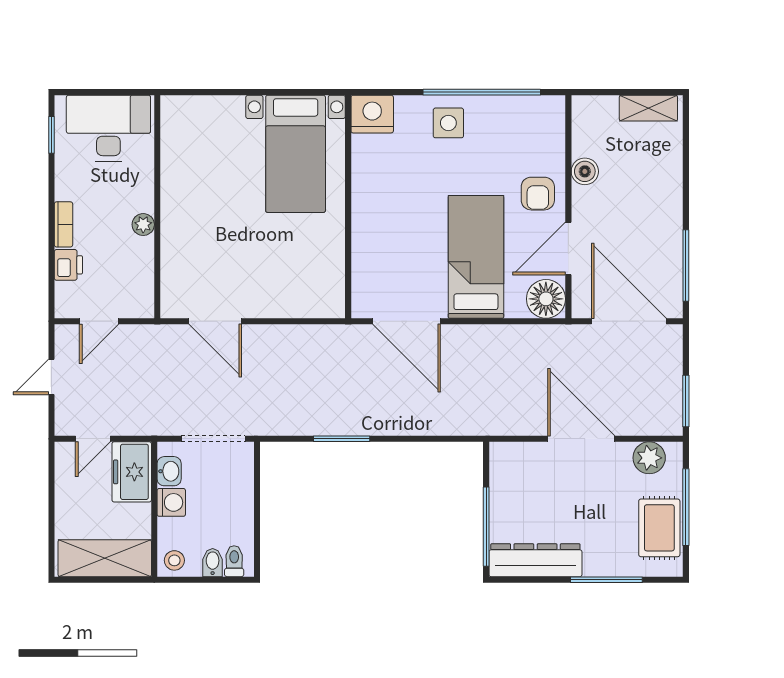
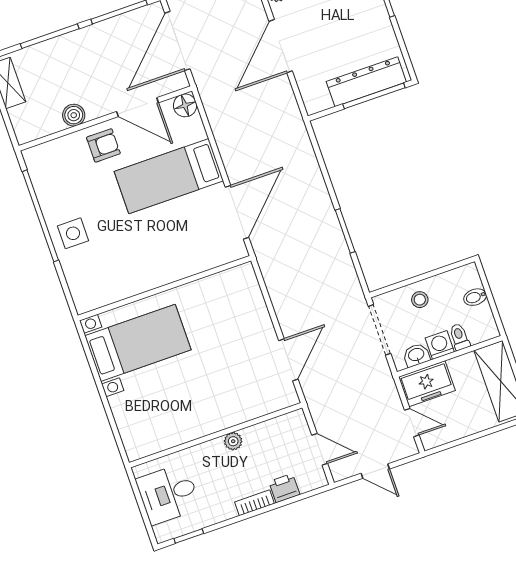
nightstand: (372, 114) -> (87, 294), removed
desk: (108, 128) -> (168, 494), width x0.73
window: (686, 175) -> (50, 36), added
floor lamp: (546, 299) -> (185, 105), width x0.73, depth x0.73
stool: (174, 560) -> (420, 300), moved
dresser: (535, 560) -> (366, 82), moved, turned 90
toilet: (234, 561) -> (459, 337), moved, turned 90

